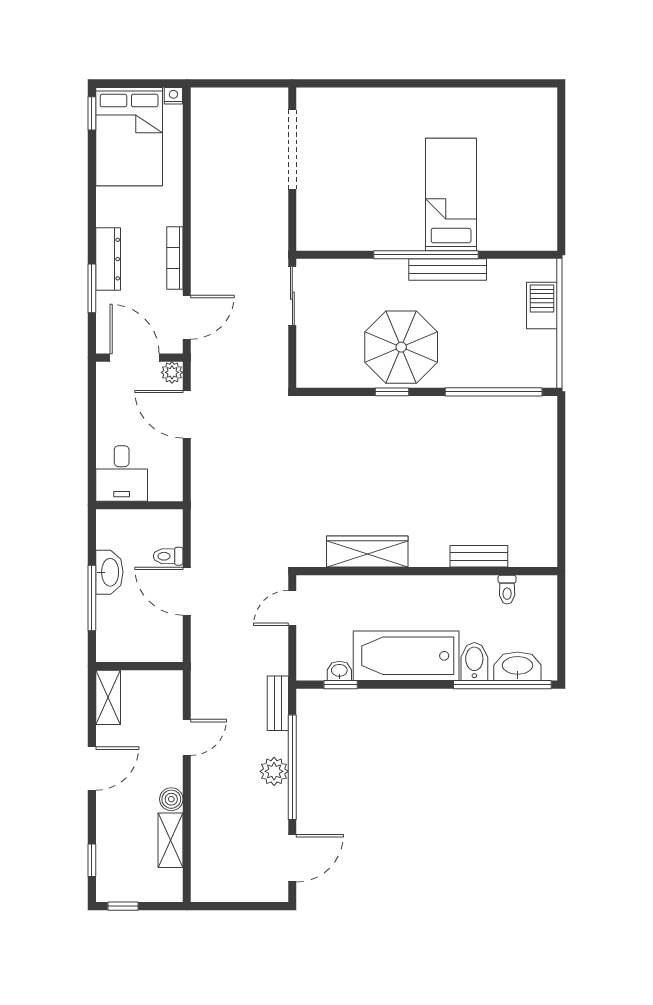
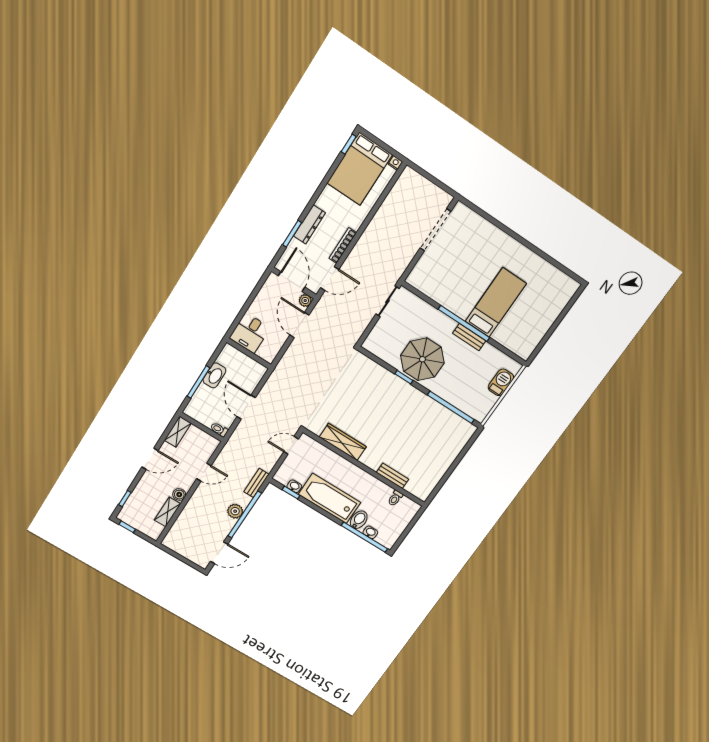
bench: (448, 270) -> (469, 337), width x0.73
toilet: (168, 556) -> (219, 430), moved
washbasin: (517, 666) -> (370, 532), width x0.52, depth x0.69

